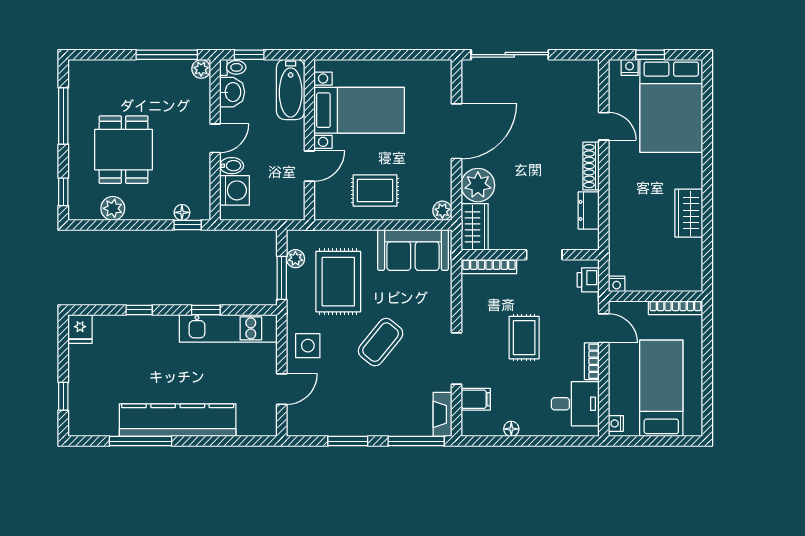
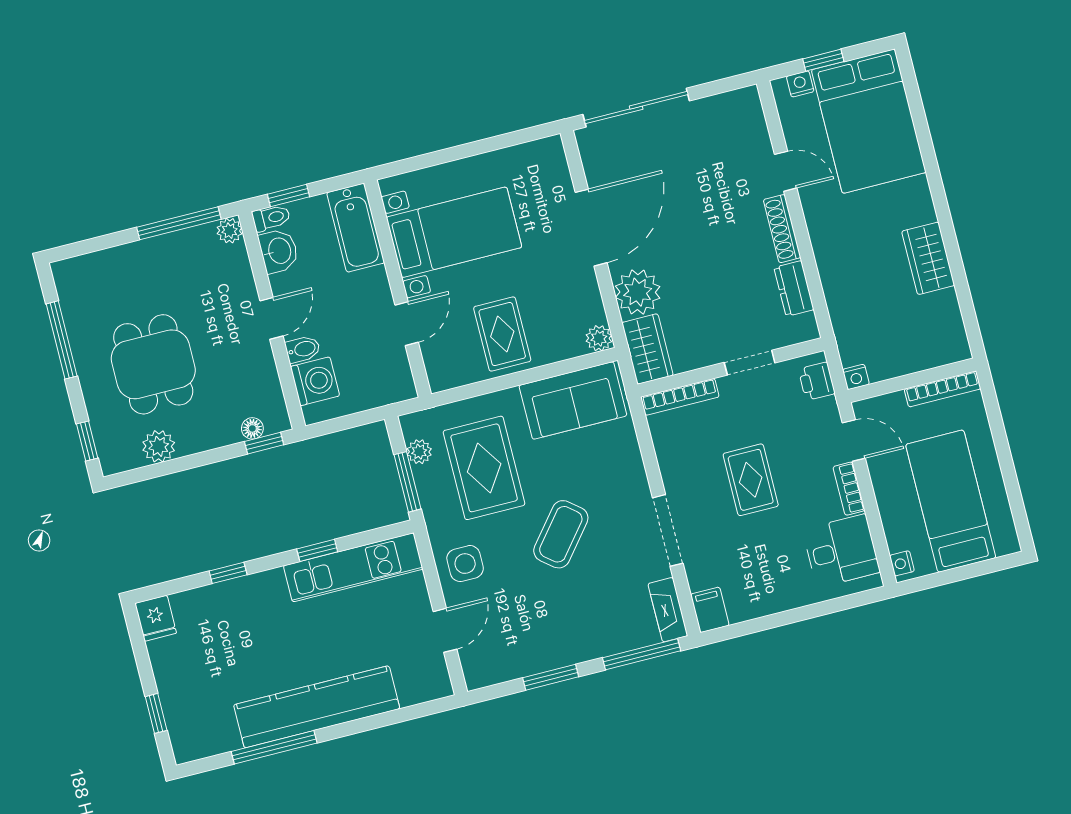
rug: (375, 190) -> (502, 334), turned 90
filing cabinet: (476, 399) -> (710, 610), moved, turned -90
floor lamp: (511, 429) -> (764, 606), removed

